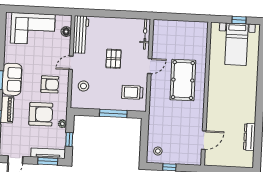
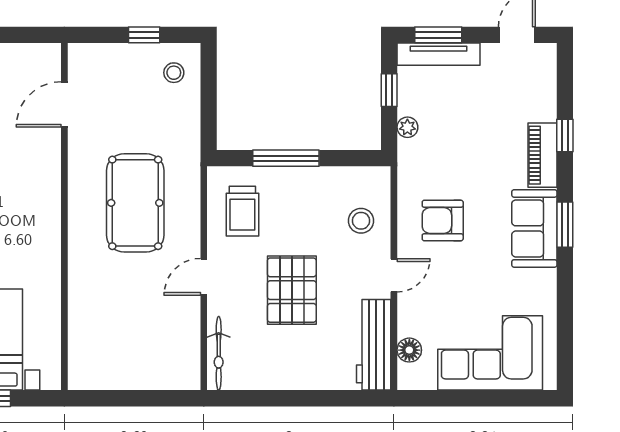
pallet: (113, 59) -> (292, 290), width x1.50, depth x1.42
pool table: (183, 80) -> (135, 203), moved
trolley: (132, 92) -> (242, 211), turned 90
armchair: (41, 114) -> (461, 148), removed

